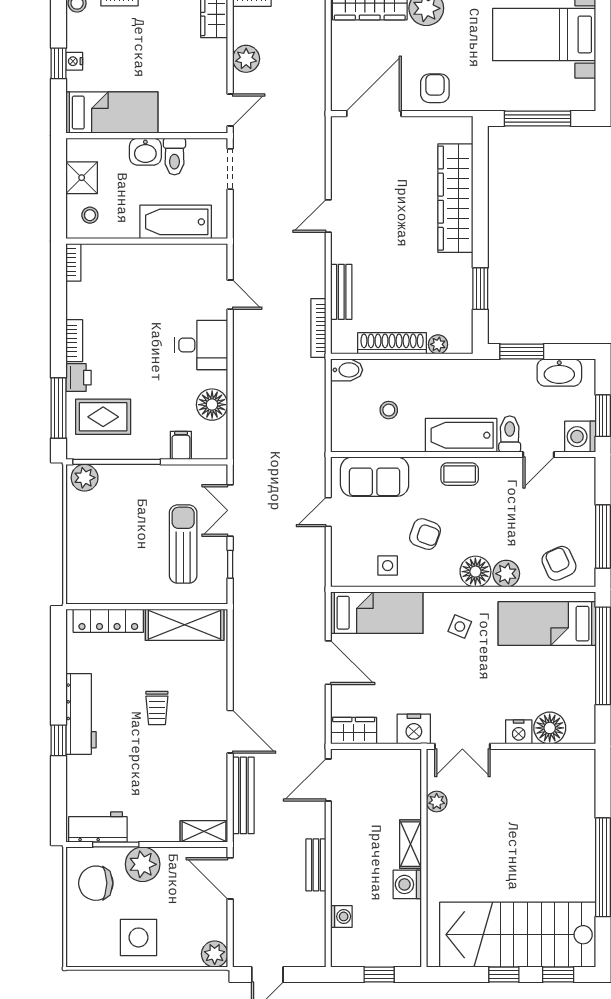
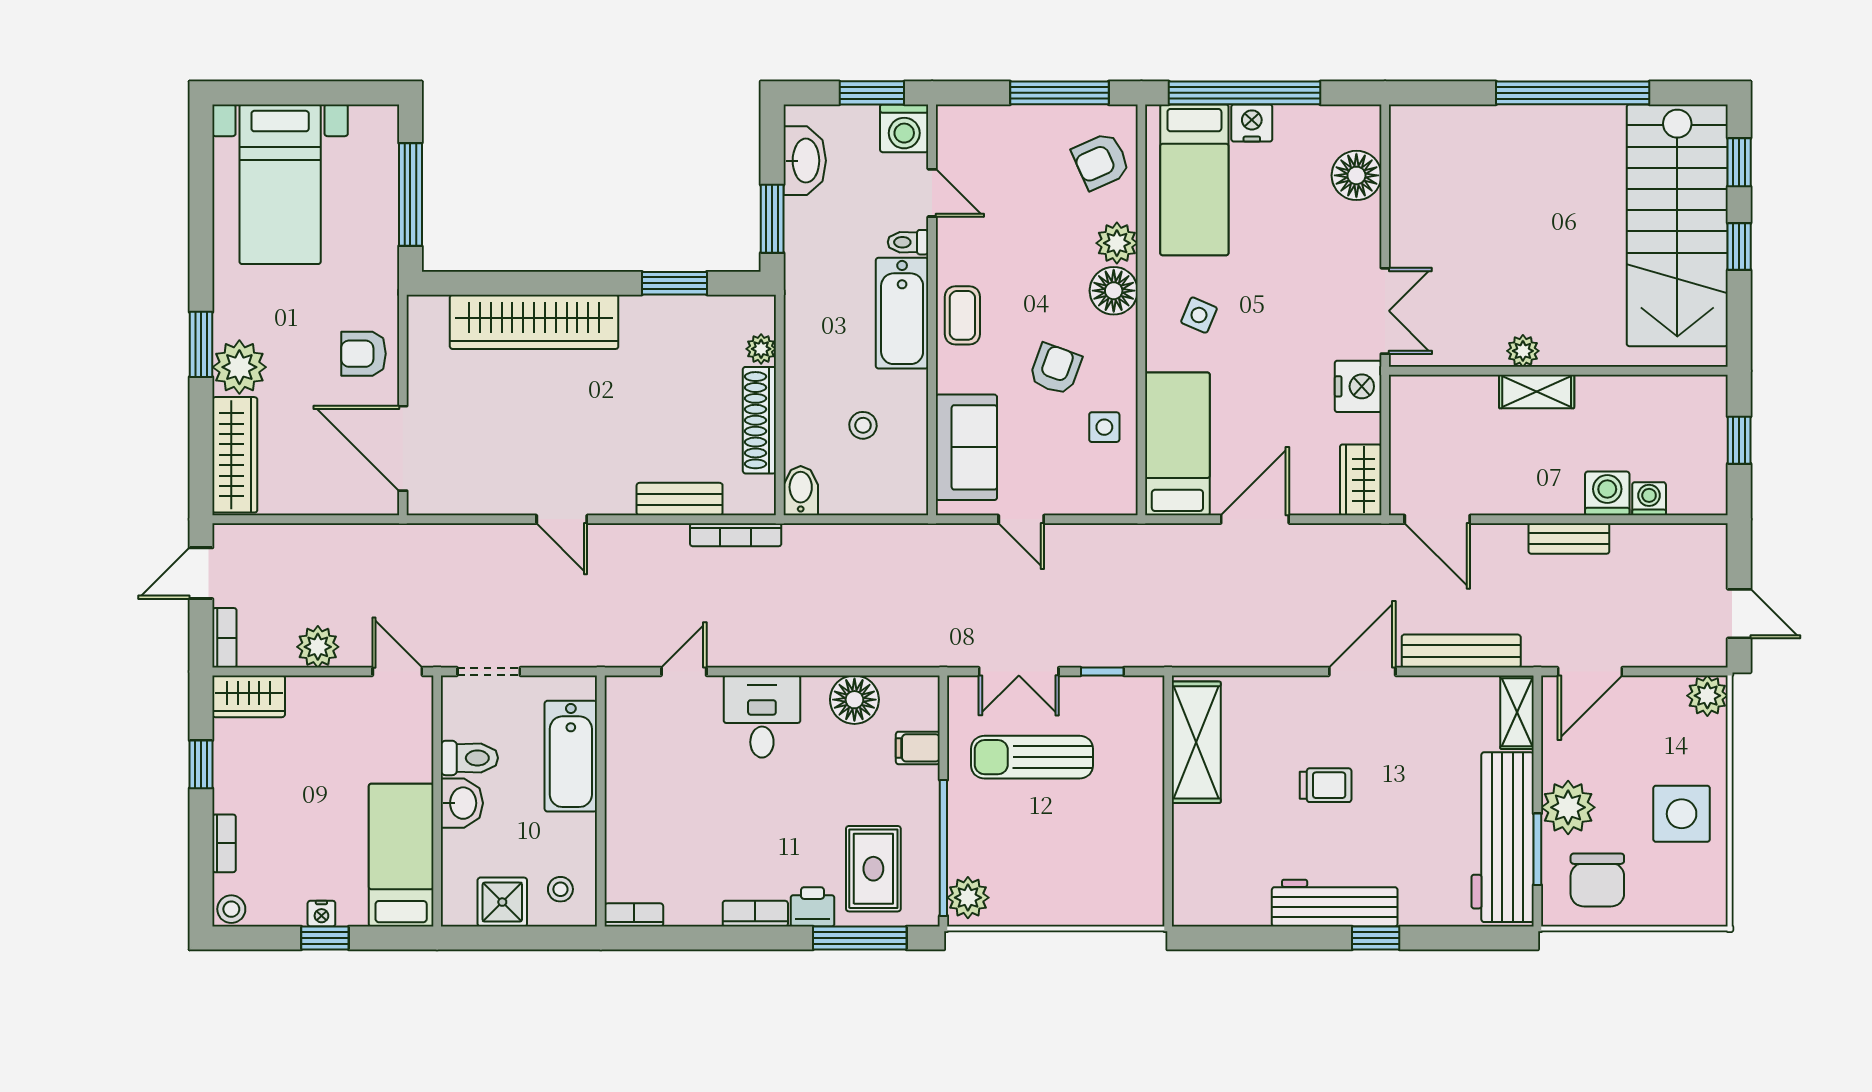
toilet: (510, 434) -> (908, 242), width x0.73, depth x0.72
sun lounger: (183, 544) -> (1032, 757), moved
locker: (108, 621) -> (1190, 861), removed
nightstand: (519, 732) -> (1252, 123), moved, turned -90
plant: (437, 802) -> (1523, 351), moved
workbench: (98, 827) -> (1503, 837), width x1.88, depth x1.32
washing machine: (407, 884) -> (1607, 493), moved, turned 180

